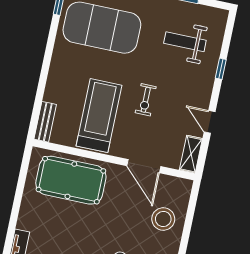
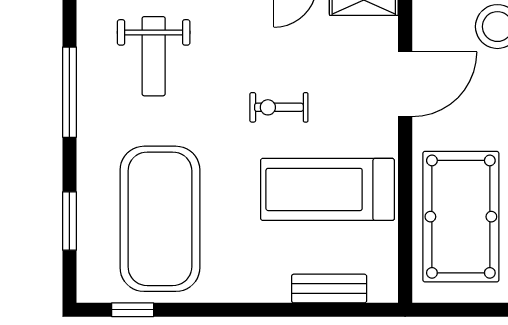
exercise bike: (146, 100) -> (279, 107), turned 180
bench: (45, 122) -> (329, 289), moved

